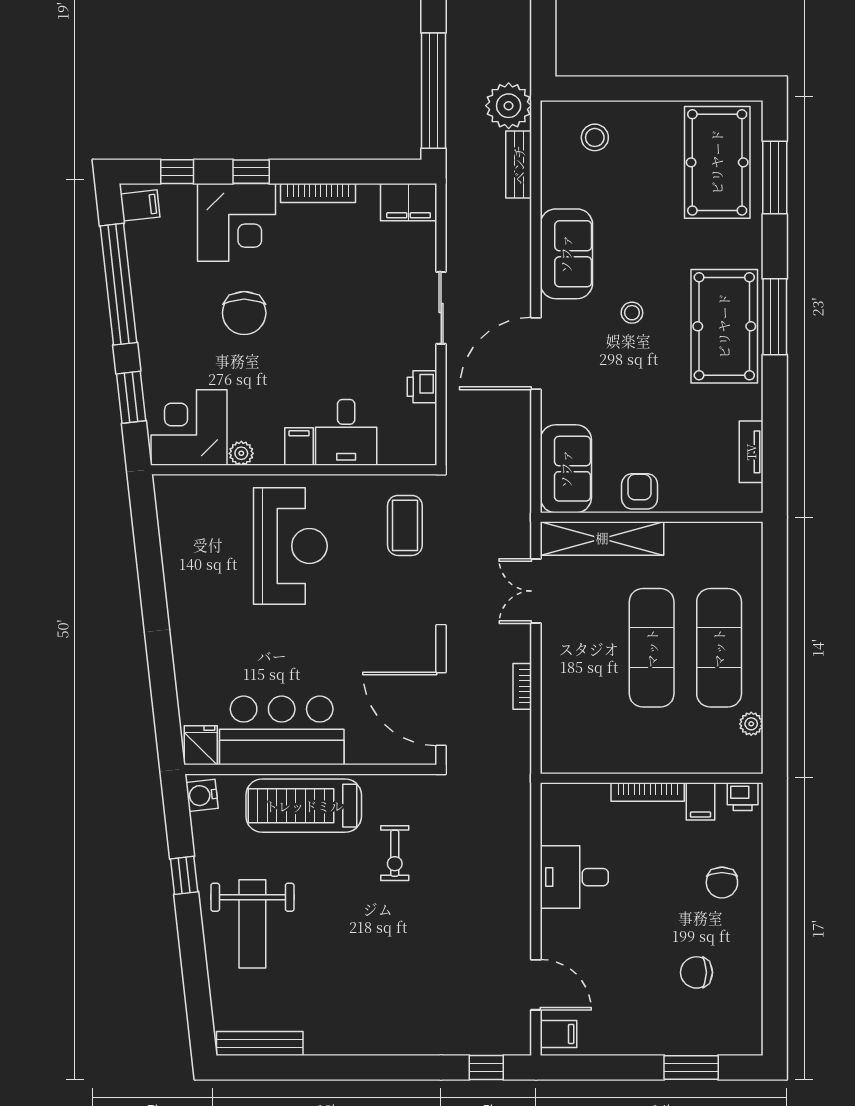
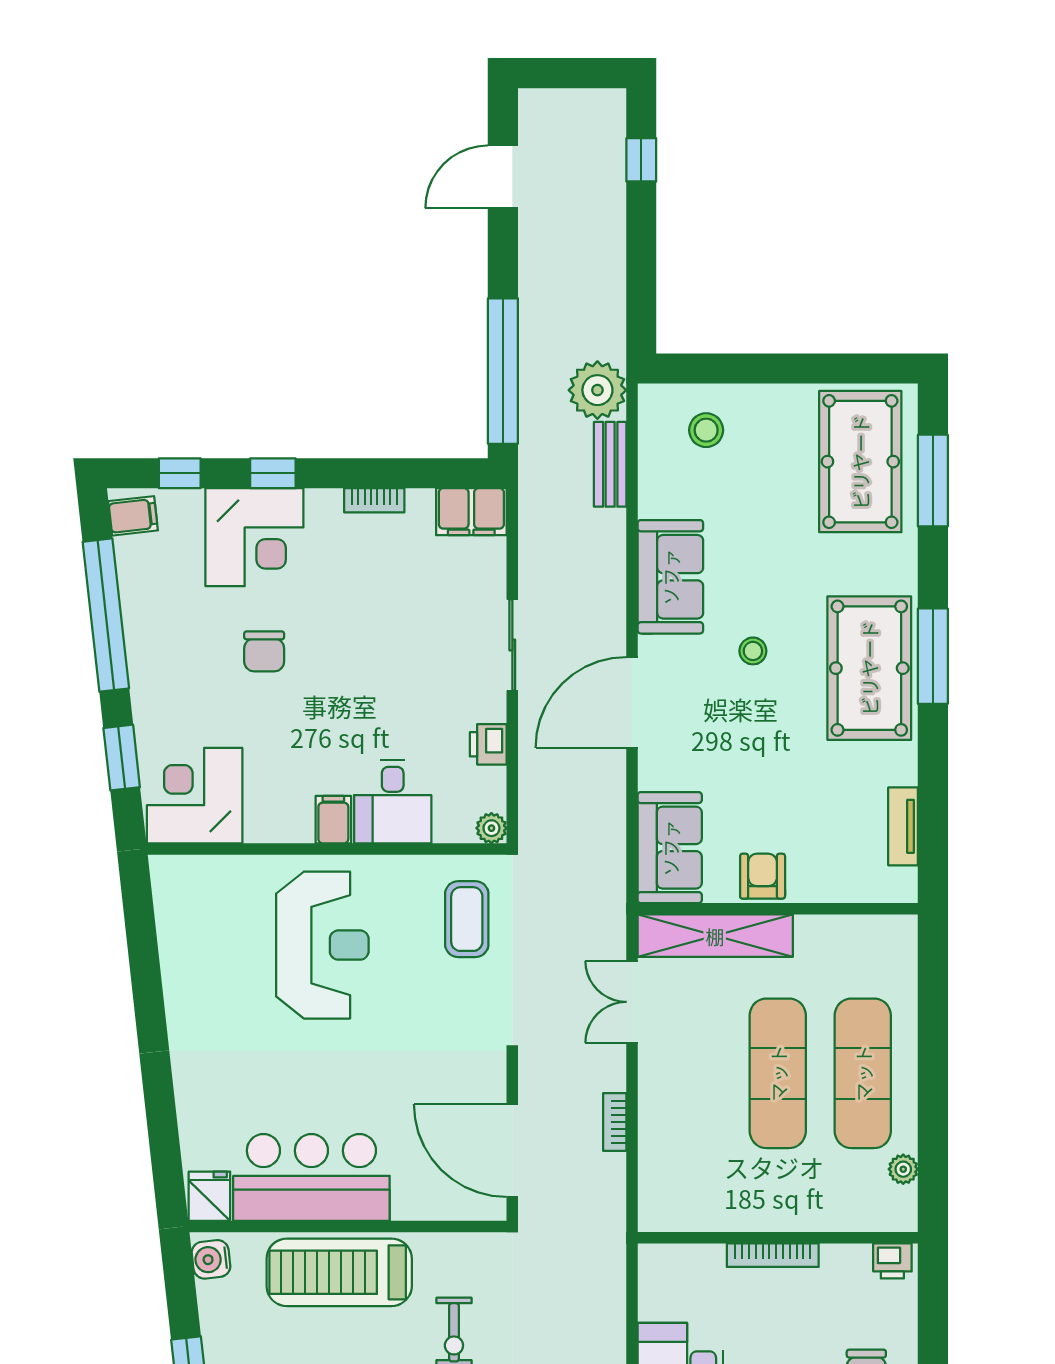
bookcase: (318, 193) -> (374, 500), width x0.64
chair: (244, 313) -> (264, 651), width x0.73, depth x0.73
plant: (241, 453) -> (491, 828), moved
filing cabinet: (701, 801) -> (839, 1267), removed

